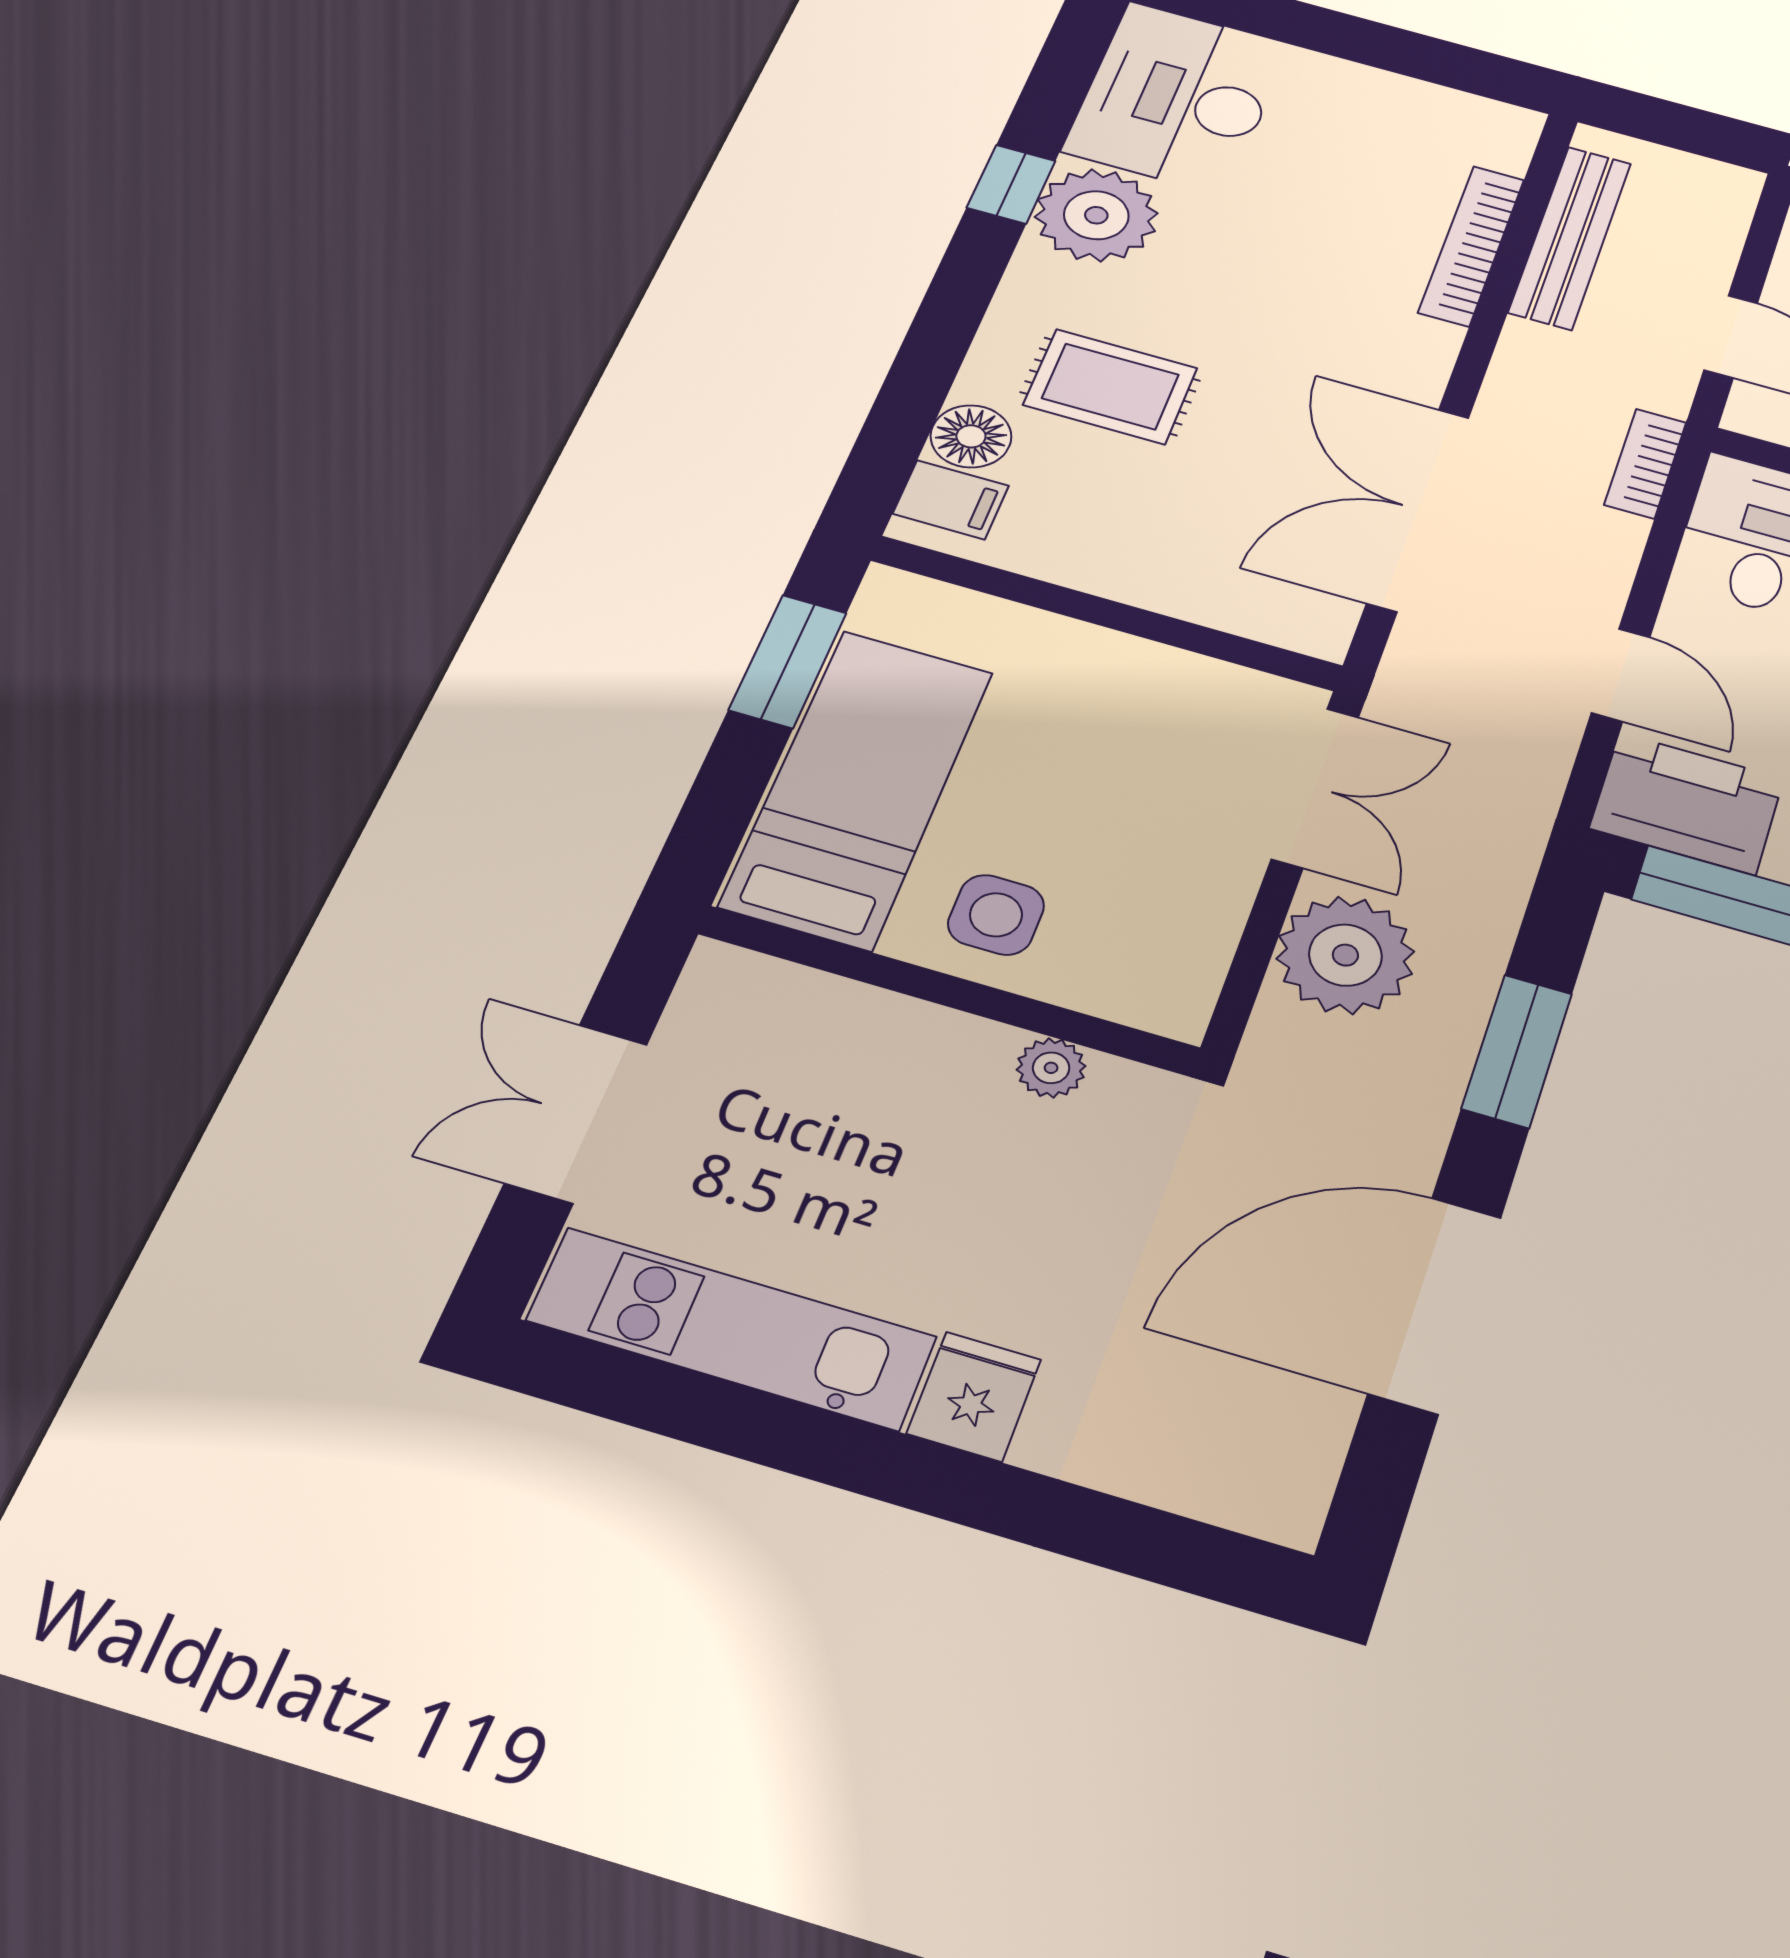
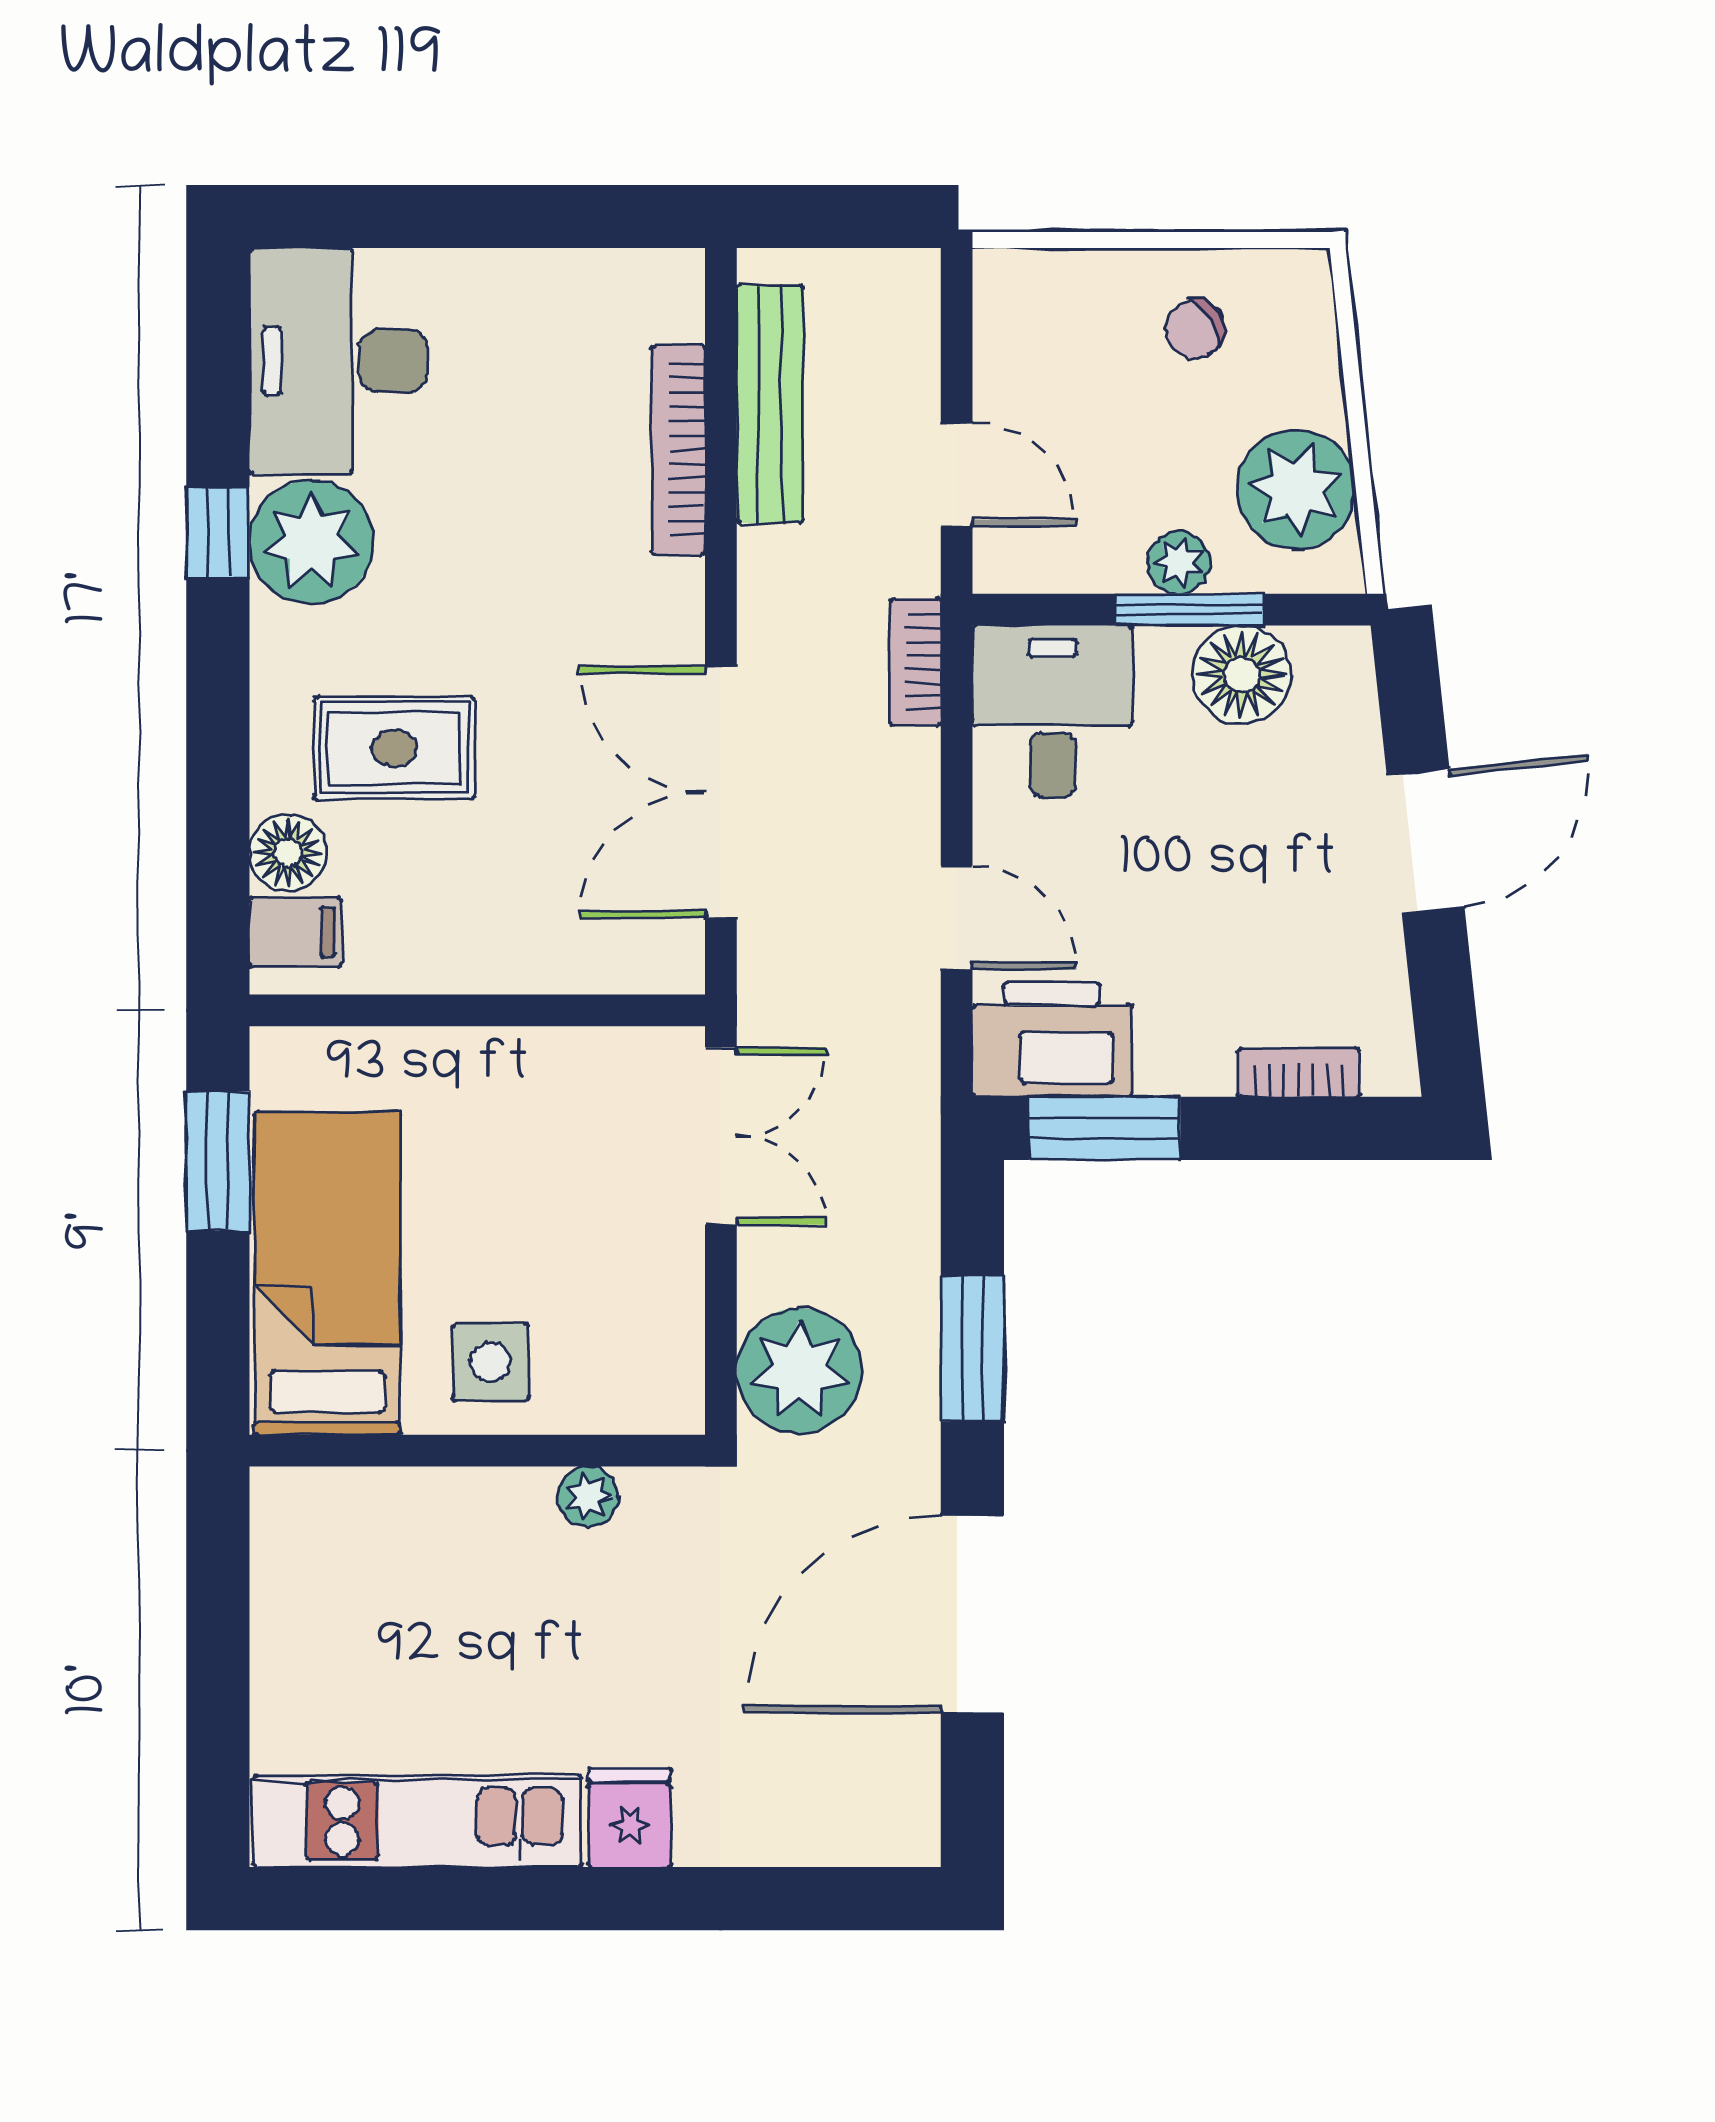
plant: (1345, 955) -> (799, 1371), moved
double door: (576, 1113) -> (218, 1670), removed

